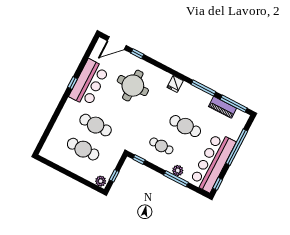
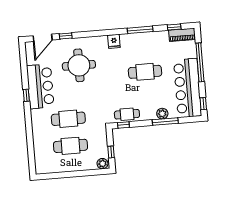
window: (234, 104) -> (174, 27), width x0.46
piano: (222, 107) -> (182, 35), moved
cafe table: (161, 146) -> (127, 114), moved

